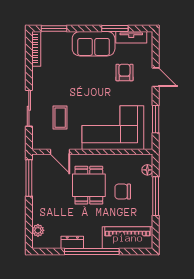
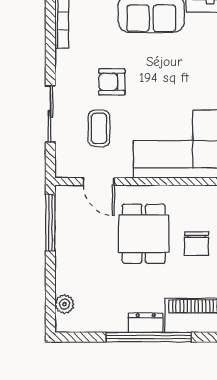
armchair: (124, 73) -> (112, 82), moved, turned -90
chair: (123, 192) -> (197, 244), turned -90
dresser: (72, 242) -> (146, 323), moved

